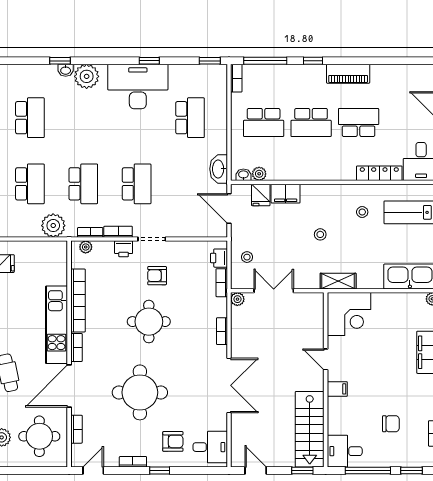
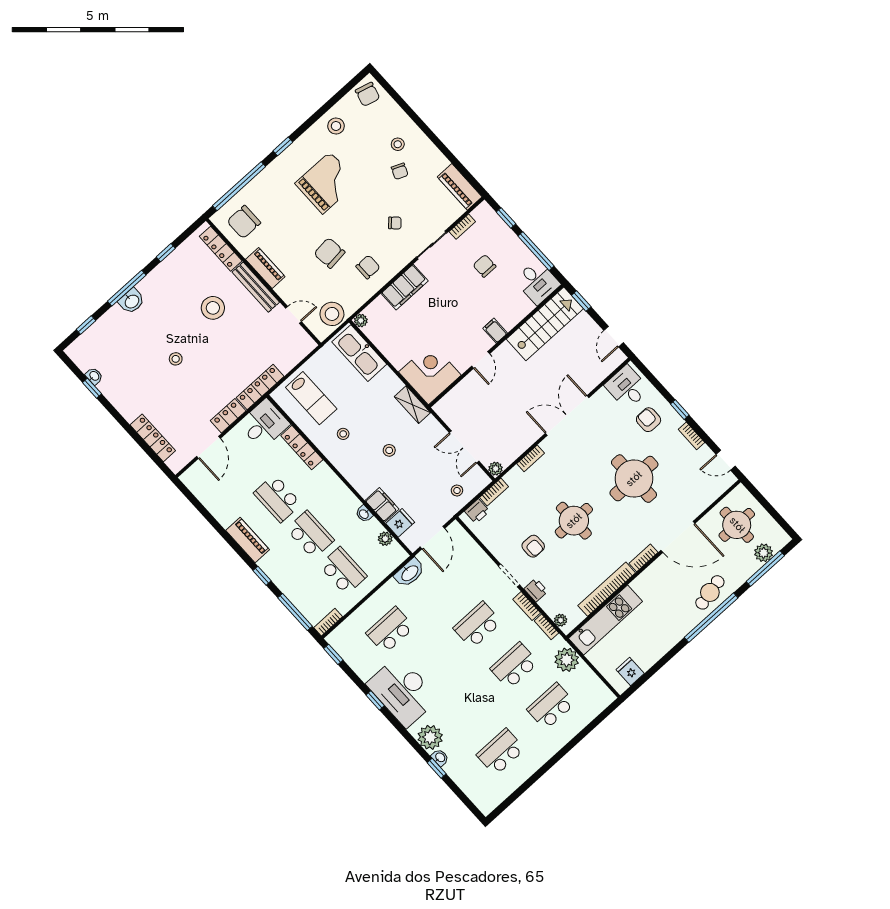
washbasin: (243, 175) -> (364, 514), moved
kitchen unit: (57, 325) -> (606, 620), moved
bookcase: (76, 429) -> (706, 502), removed

